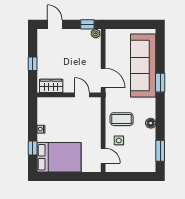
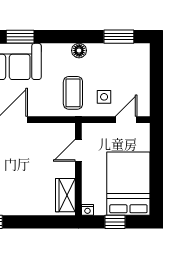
wardrobe: (51, 86) -> (65, 195), moved
wall: (69, 95) -> (78, 169), moved
door: (82, 95) -> (78, 150), moved

